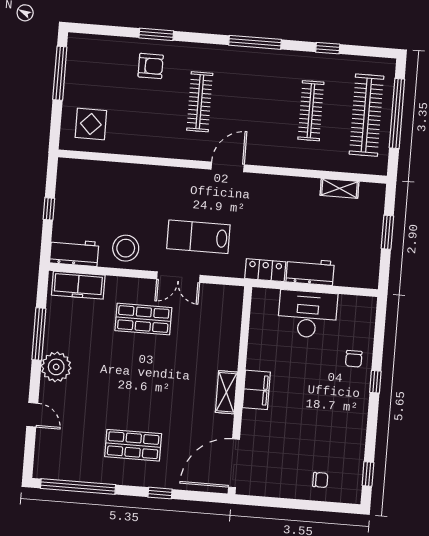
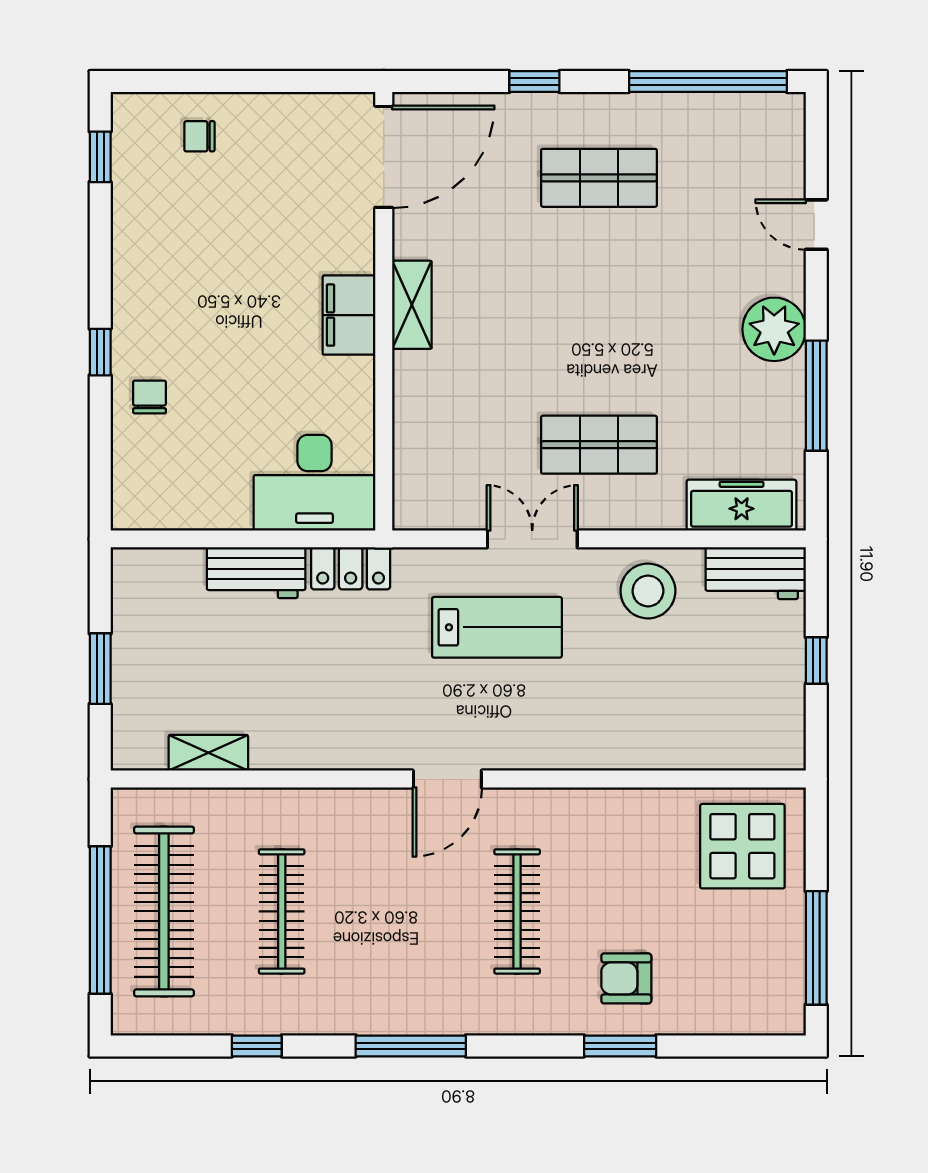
display table: (91, 124) -> (742, 846), width x1.36, depth x1.36
desk: (307, 314) -> (314, 483), moved

